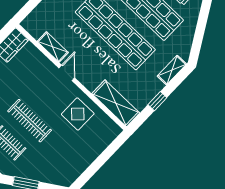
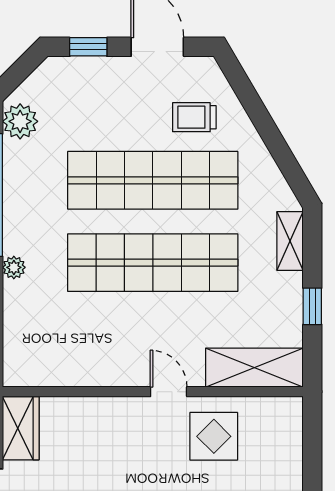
shelving: (53, 47) -> (84, 373), removed
door: (67, 73) -> (169, 392), moved

